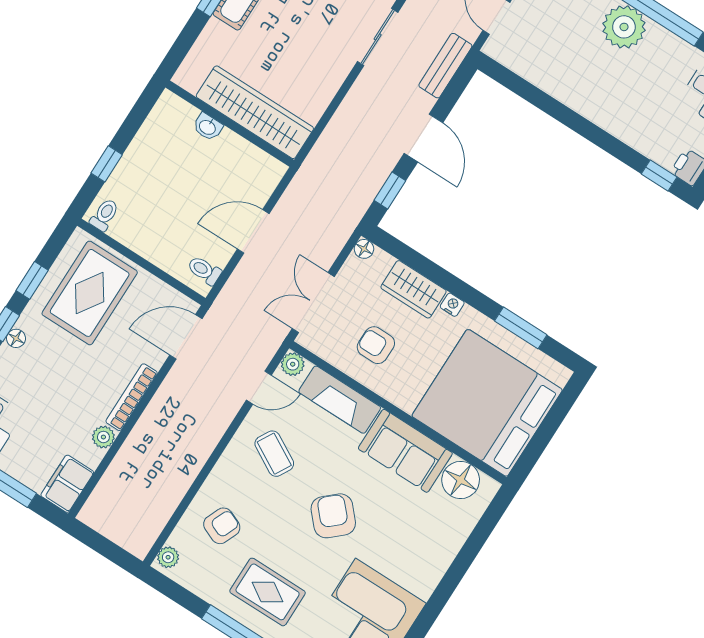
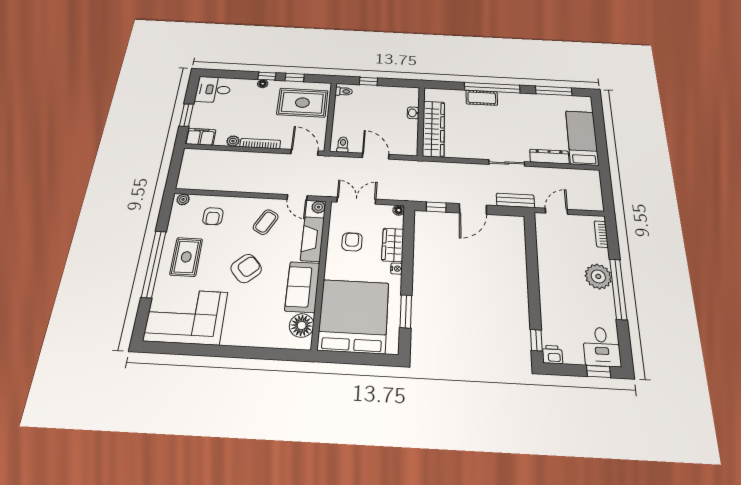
armchair: (222, 526) -> (213, 216), turned 67

